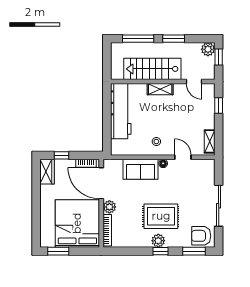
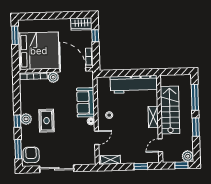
door: (101, 183) -> (73, 70), hinge flipped
rug: (161, 216) -> (47, 121), width x0.73, depth x0.70

